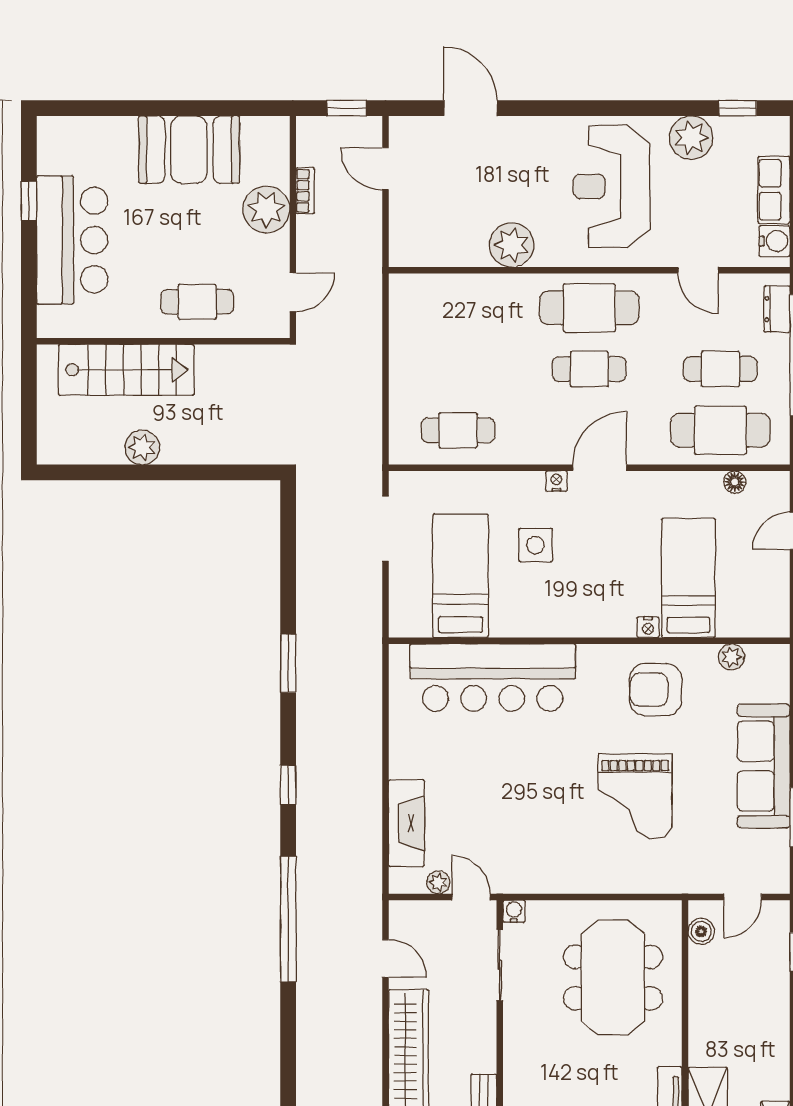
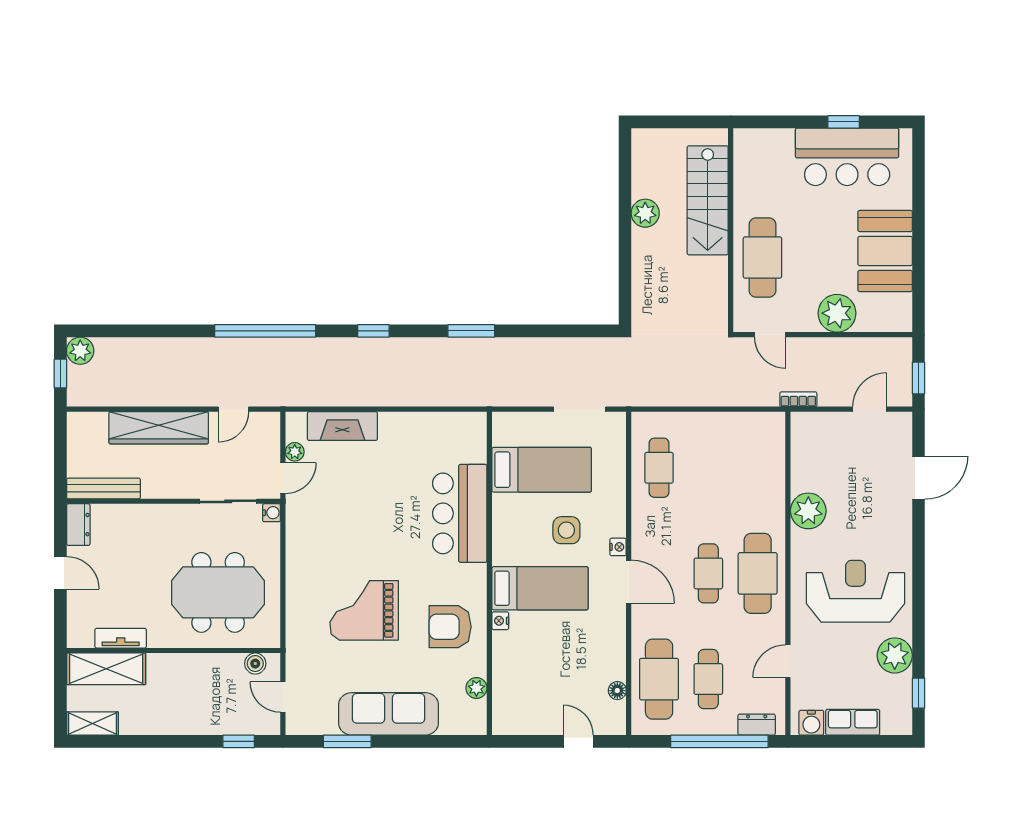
bookcase: (305, 191) -> (798, 399), moved, turned 180
bar counter: (72, 240) -> (847, 157), moved
cafe table: (197, 302) -> (762, 258), width x1.37, depth x1.35
bed: (688, 578) -> (540, 588), moved
bar counter: (493, 678) -> (460, 513), width x0.73
armchair: (655, 690) -> (450, 627), turned -90

